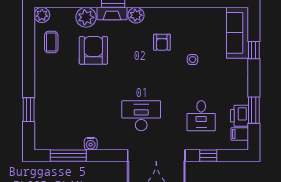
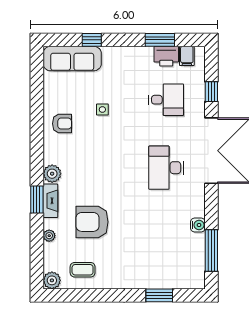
plant: (86, 17) -> (49, 236), width x0.53, depth x0.53
armchair: (162, 42) -> (62, 124), moved

